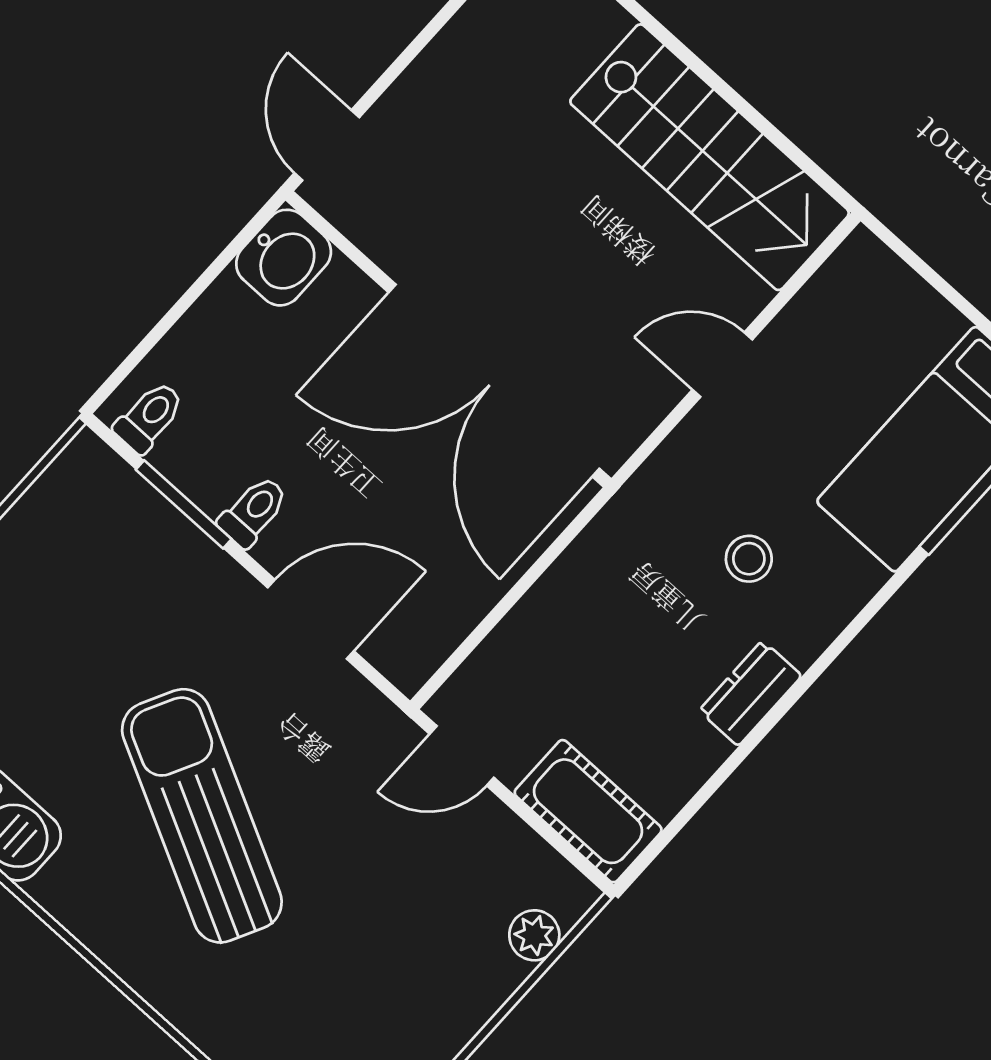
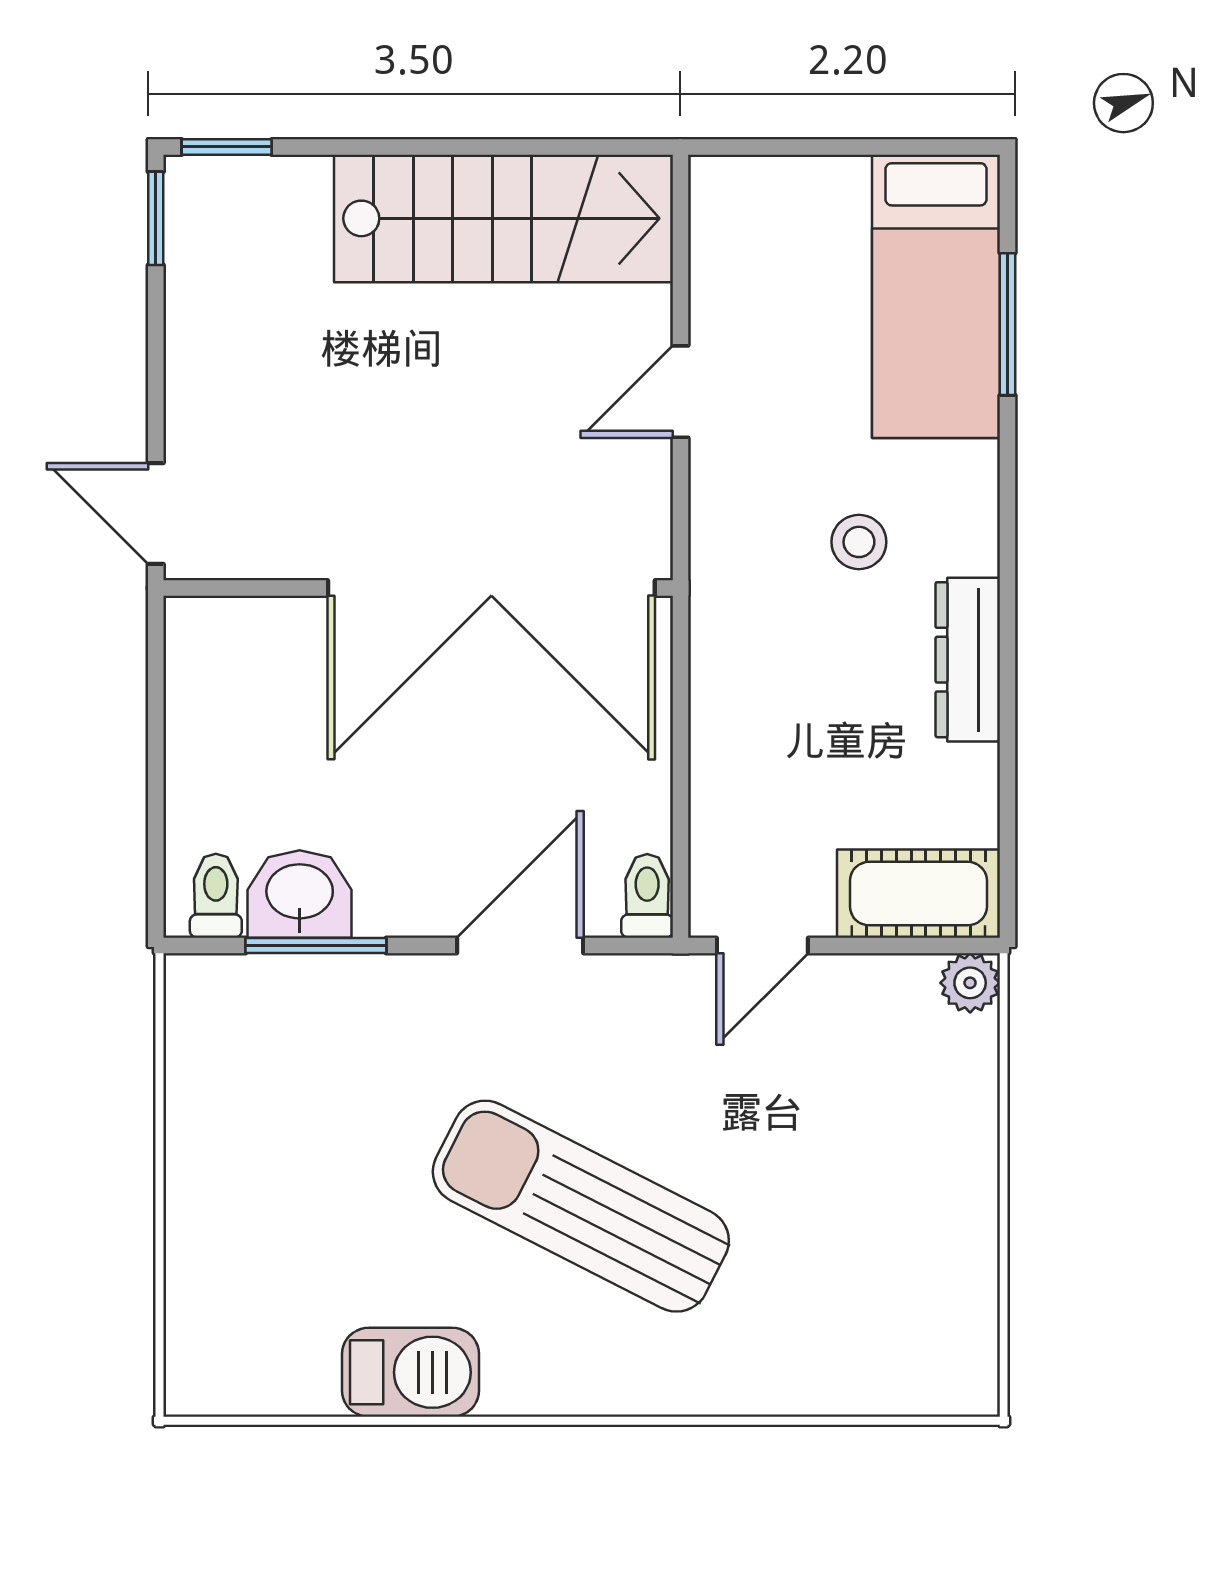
washbasin: (284, 258) -> (300, 894), moved, turned -90
toilet: (253, 511) -> (647, 896), moved
dresser: (750, 693) -> (968, 660), width x1.44
plant: (534, 935) -> (970, 983), moved

